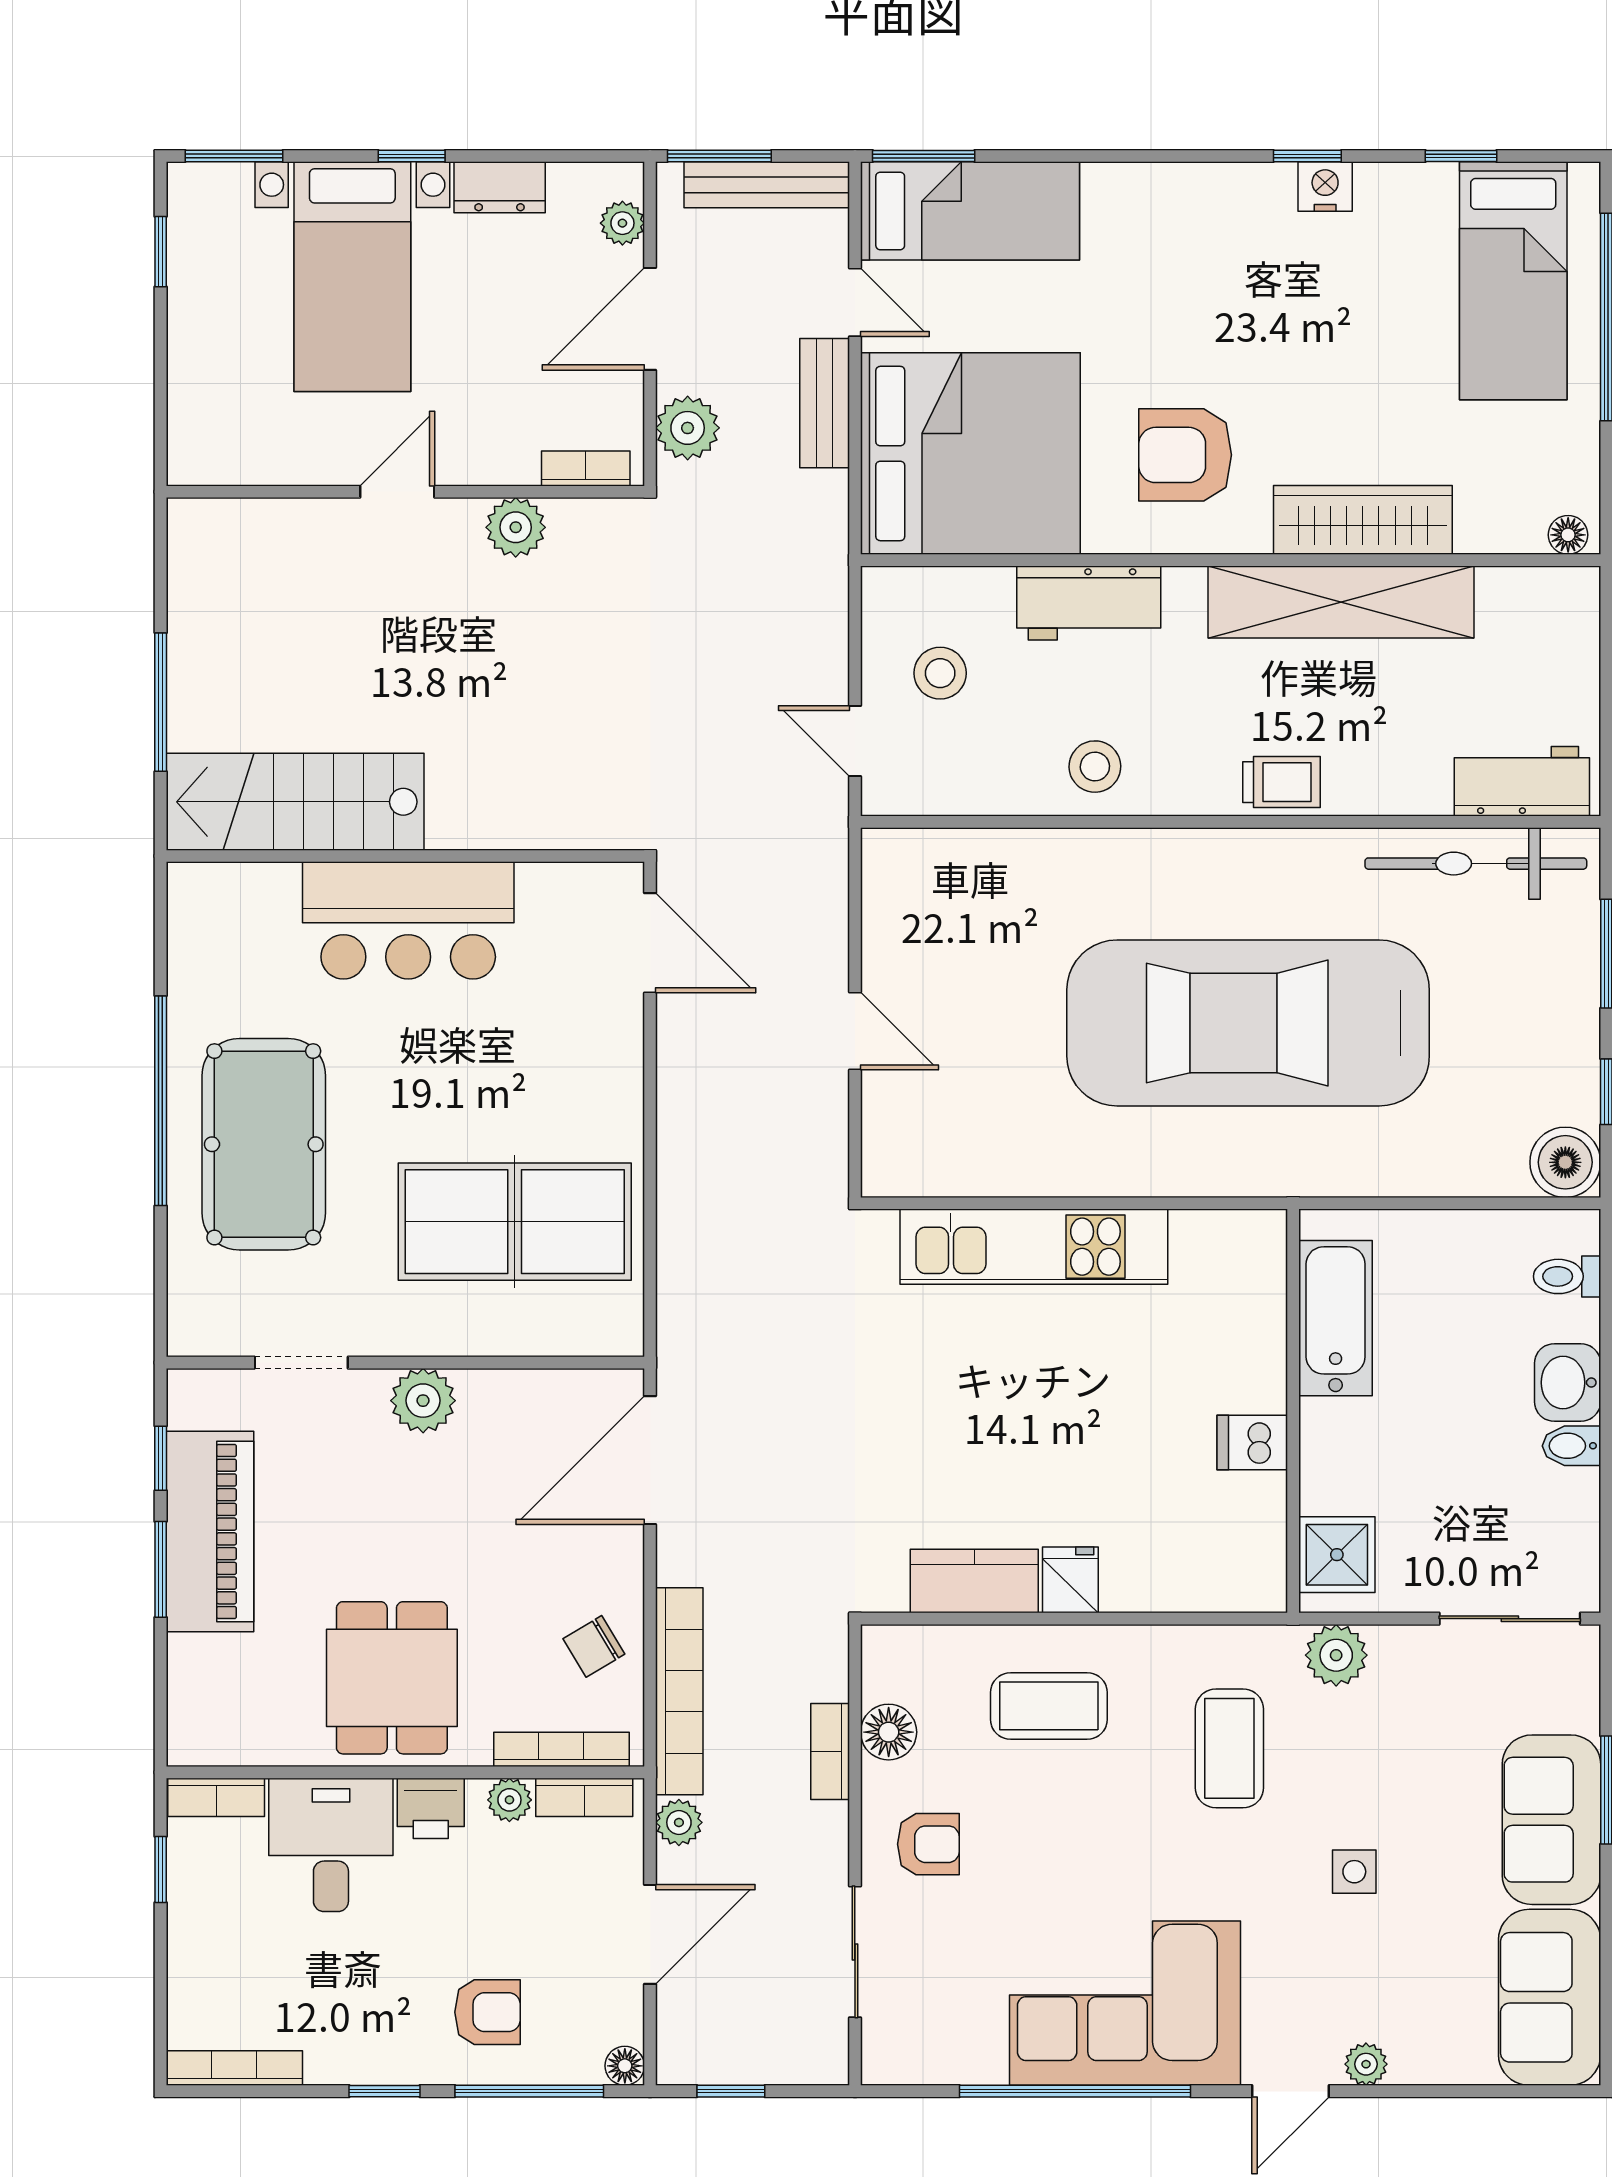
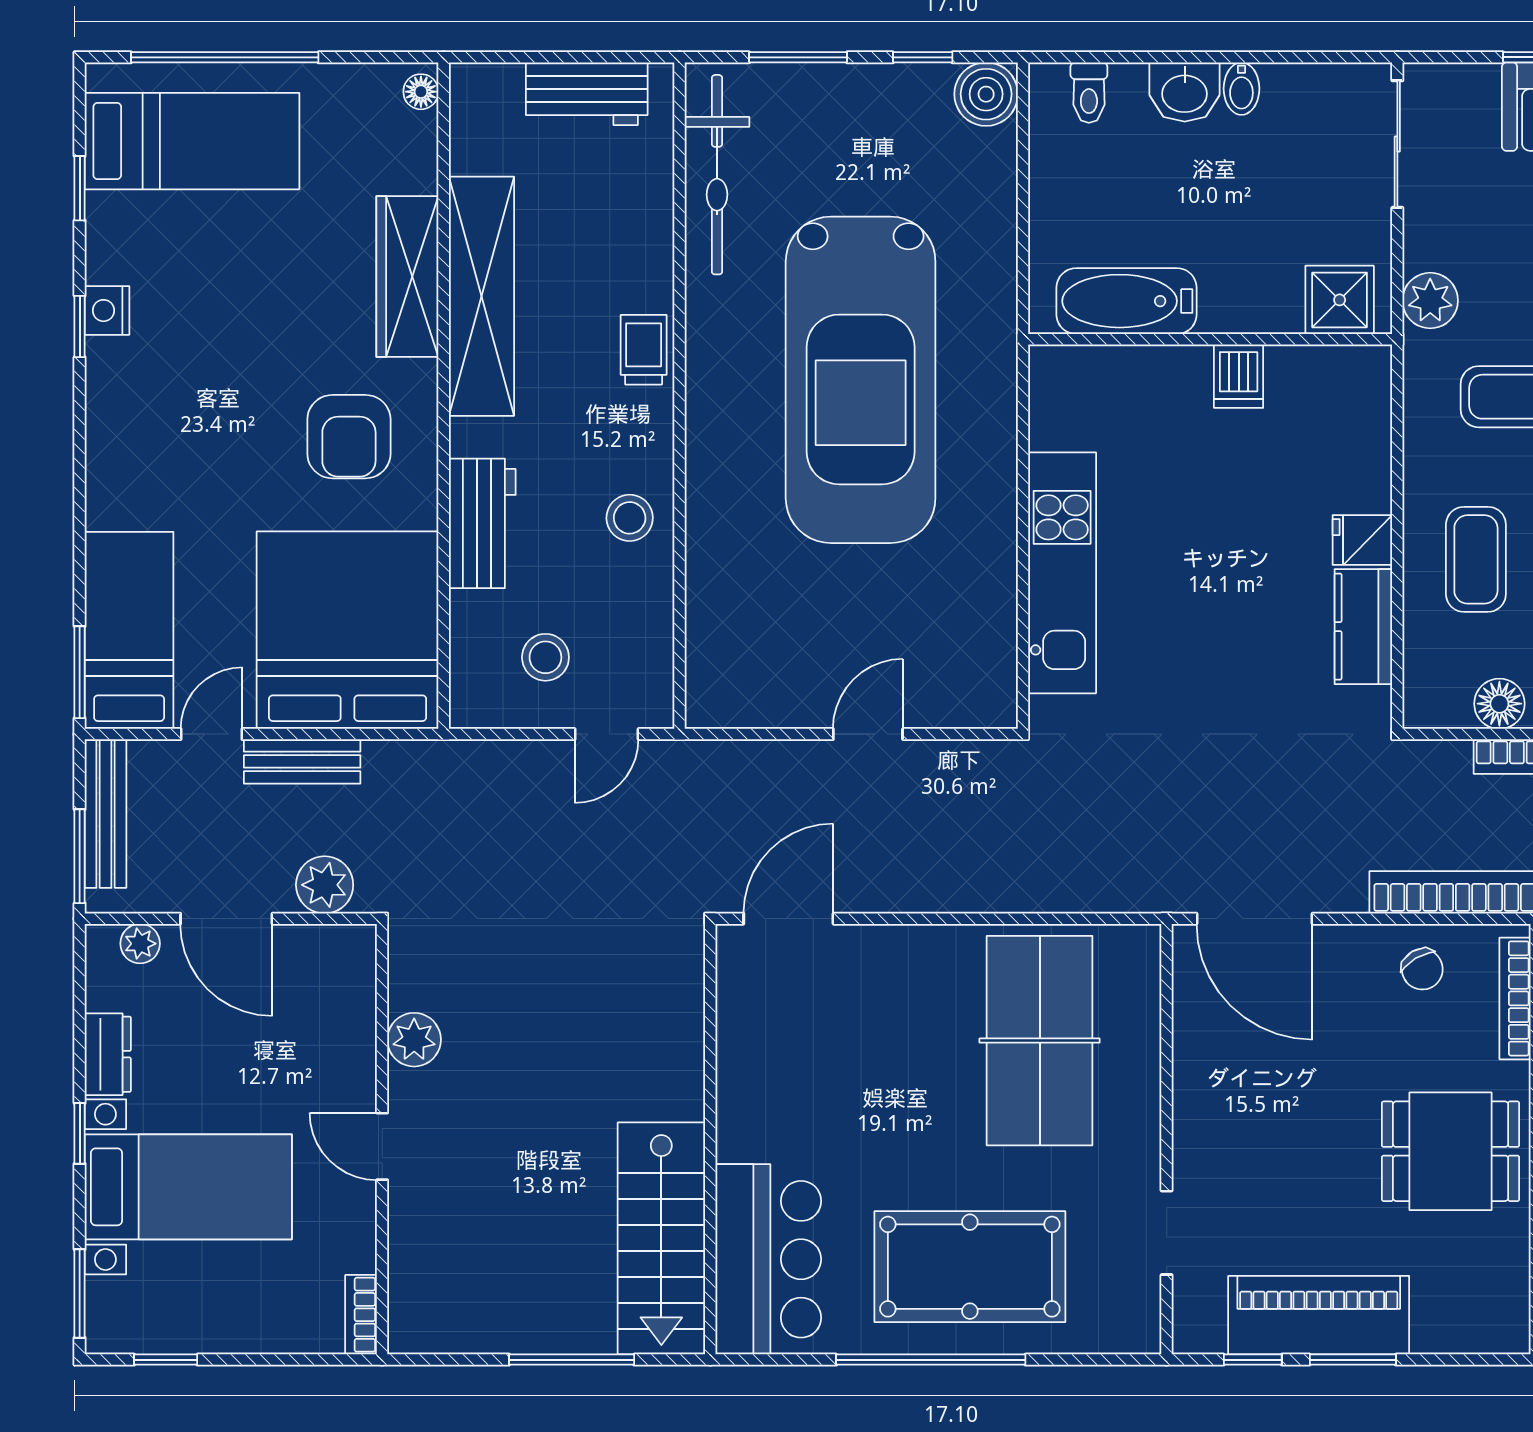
bookcase: (586, 468) -> (361, 1315), moved
workbench: (1522, 781) -> (587, 94), moved, turned -90
bar counter: (408, 920) -> (768, 1259), moved
plant: (423, 1401) -> (1201, 1123), removed

